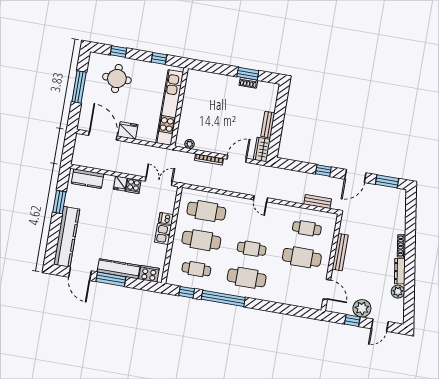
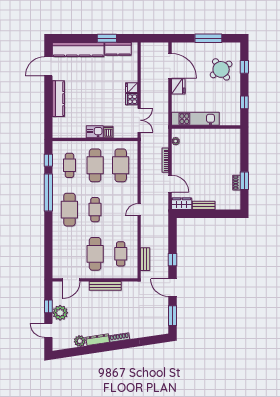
round table: (117, 79) -> (221, 69), turned -35
kitchen unit: (170, 108) -> (195, 119), width x0.73
door: (103, 136) -> (170, 66), hinge flipped
kitchen counter: (88, 179) -> (118, 49), moved, turned -90
cooker: (149, 274) -> (59, 125), removed
window: (111, 279) -> (48, 94), removed

